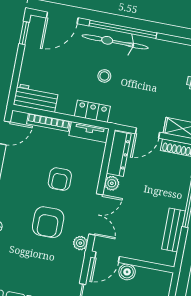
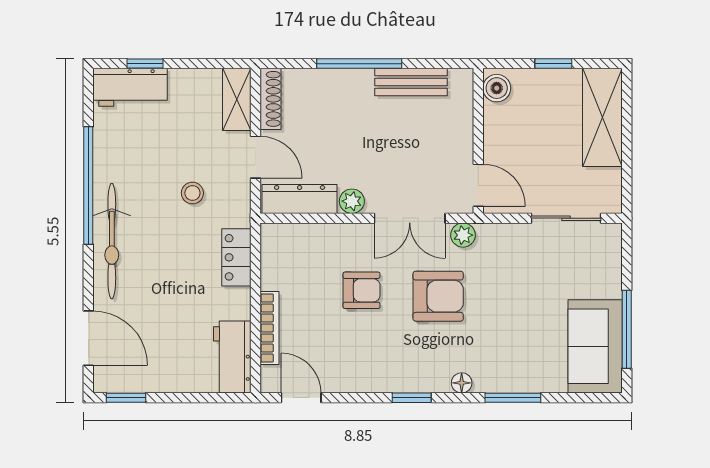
window: (123, 29) -> (88, 186), moved
stool: (104, 76) -> (192, 193), moved
tv unit: (89, 132) -> (273, 256), removed
double door: (96, 214) -> (410, 218), swing flipped
boiler: (127, 272) -> (497, 88), moved

